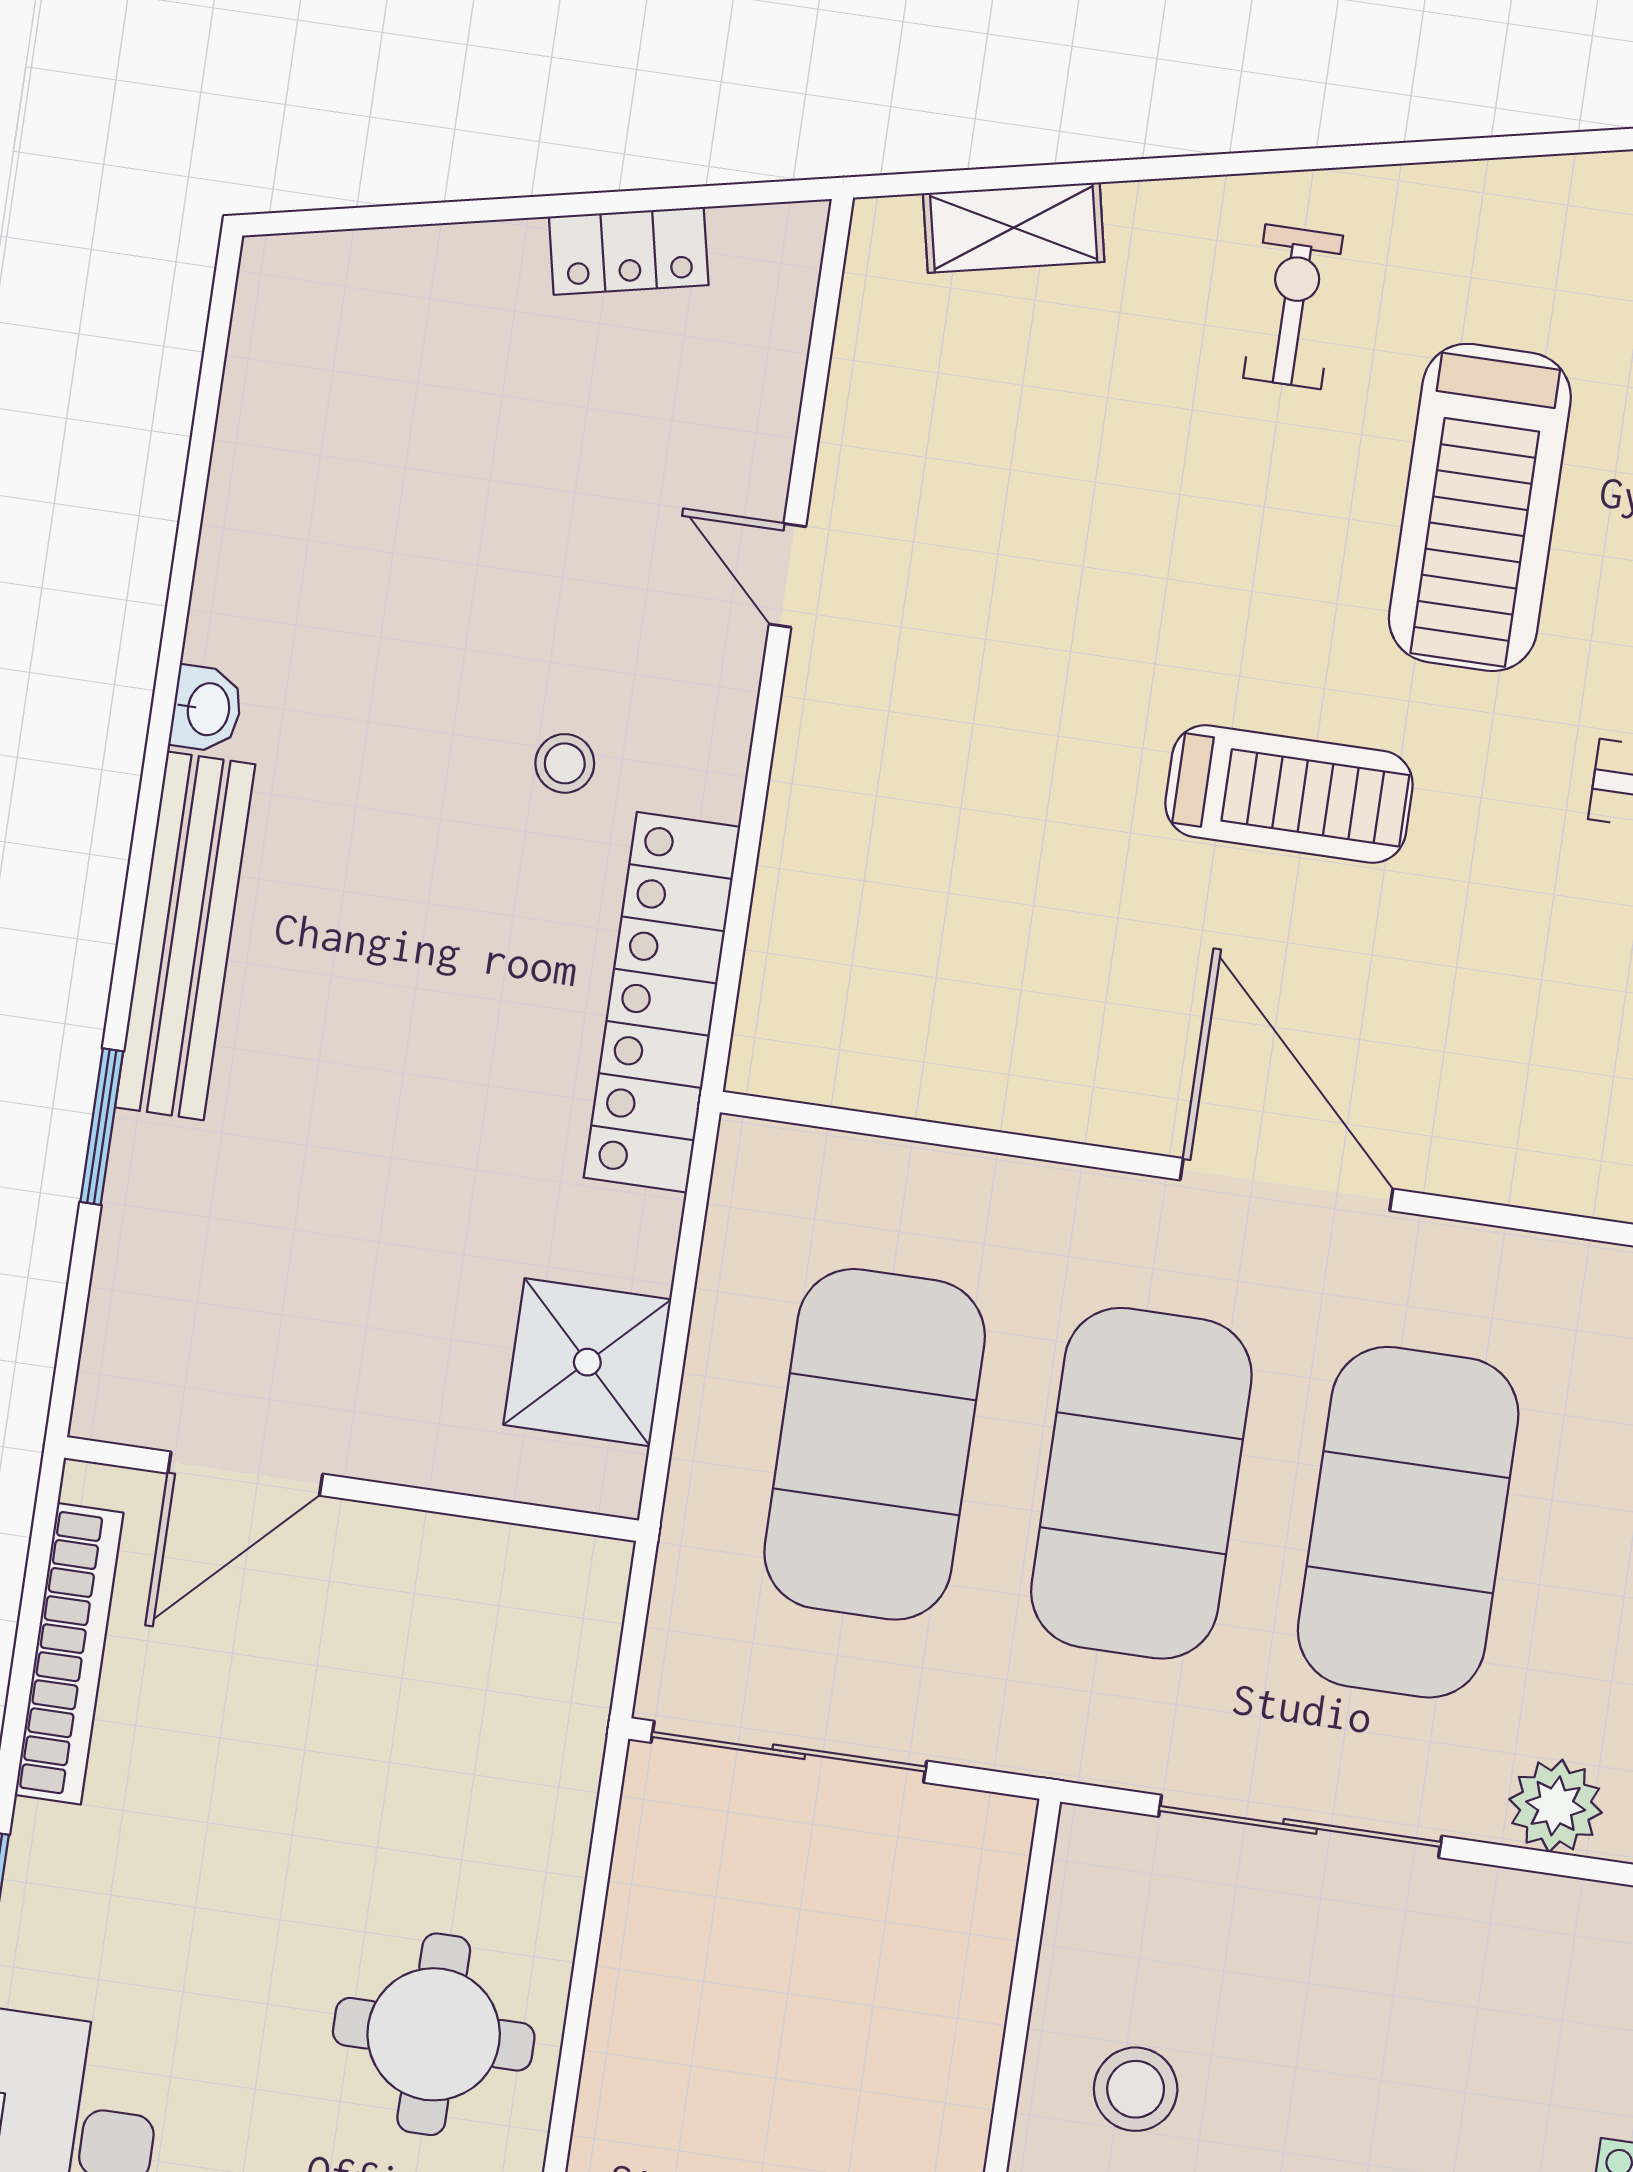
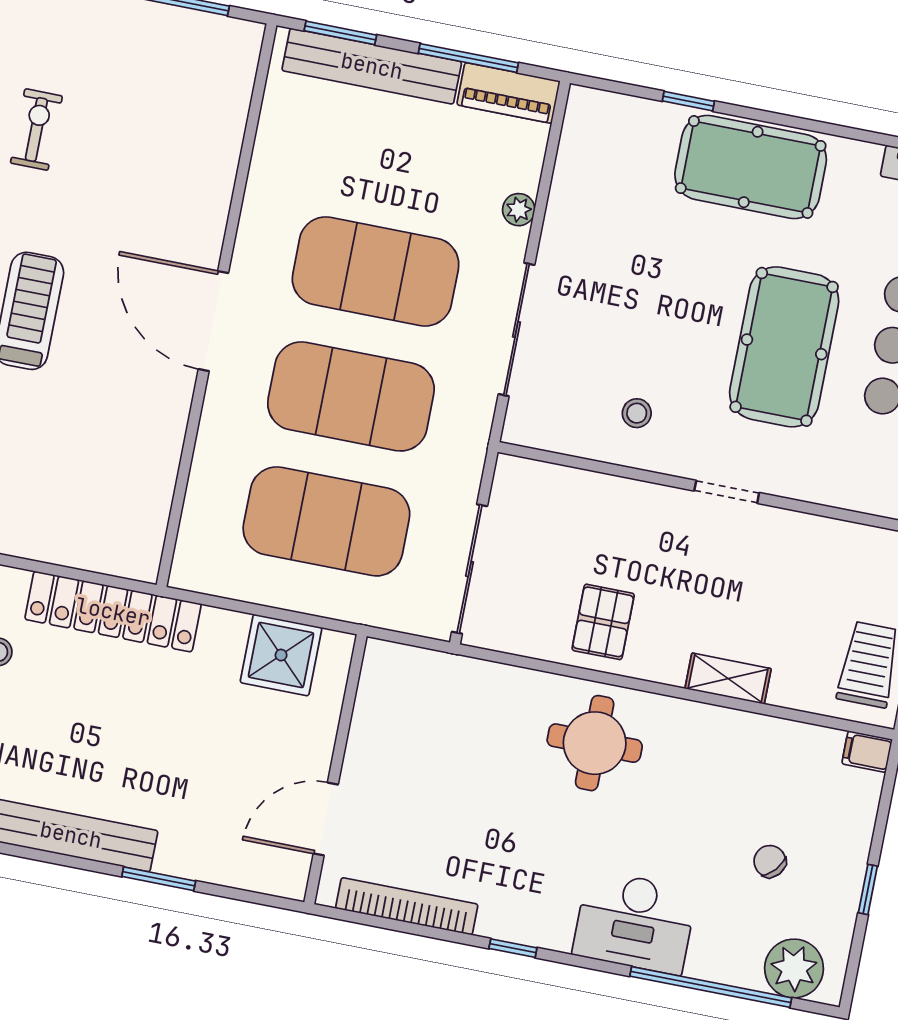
door: (1287, 1184) -> (213, 321), hinge flipped
door: (245, 1474) -> (326, 819), swing flipped
plant: (1556, 1806) -> (519, 210), width x0.73, depth x0.73
pallet: (691, 2040) -> (603, 622), added
stool: (1136, 2089) -> (637, 413), width x0.73, depth x0.73

